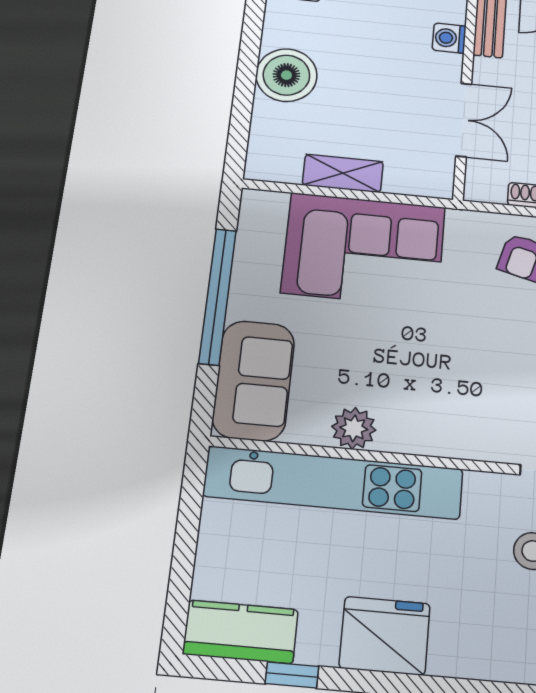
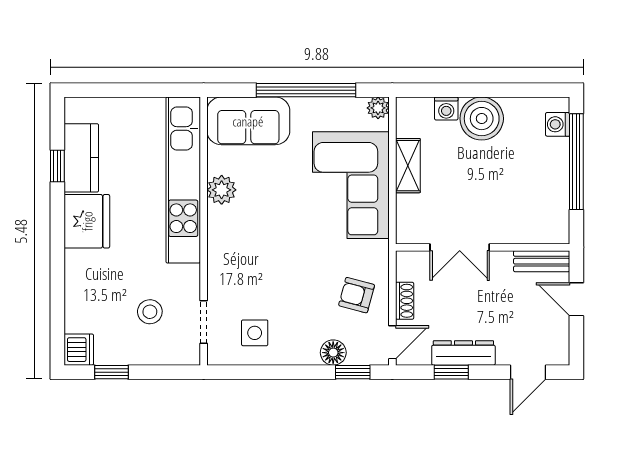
washing machine: (449, 38) -> (446, 109), moved, turned 180
plant: (256, 203) -> (378, 108), added
kitchen counter: (240, 632) -> (81, 158), moved

